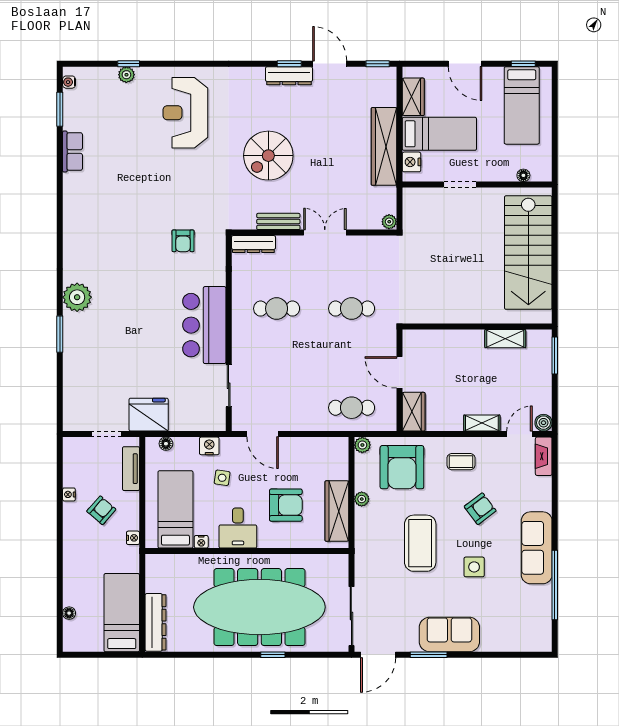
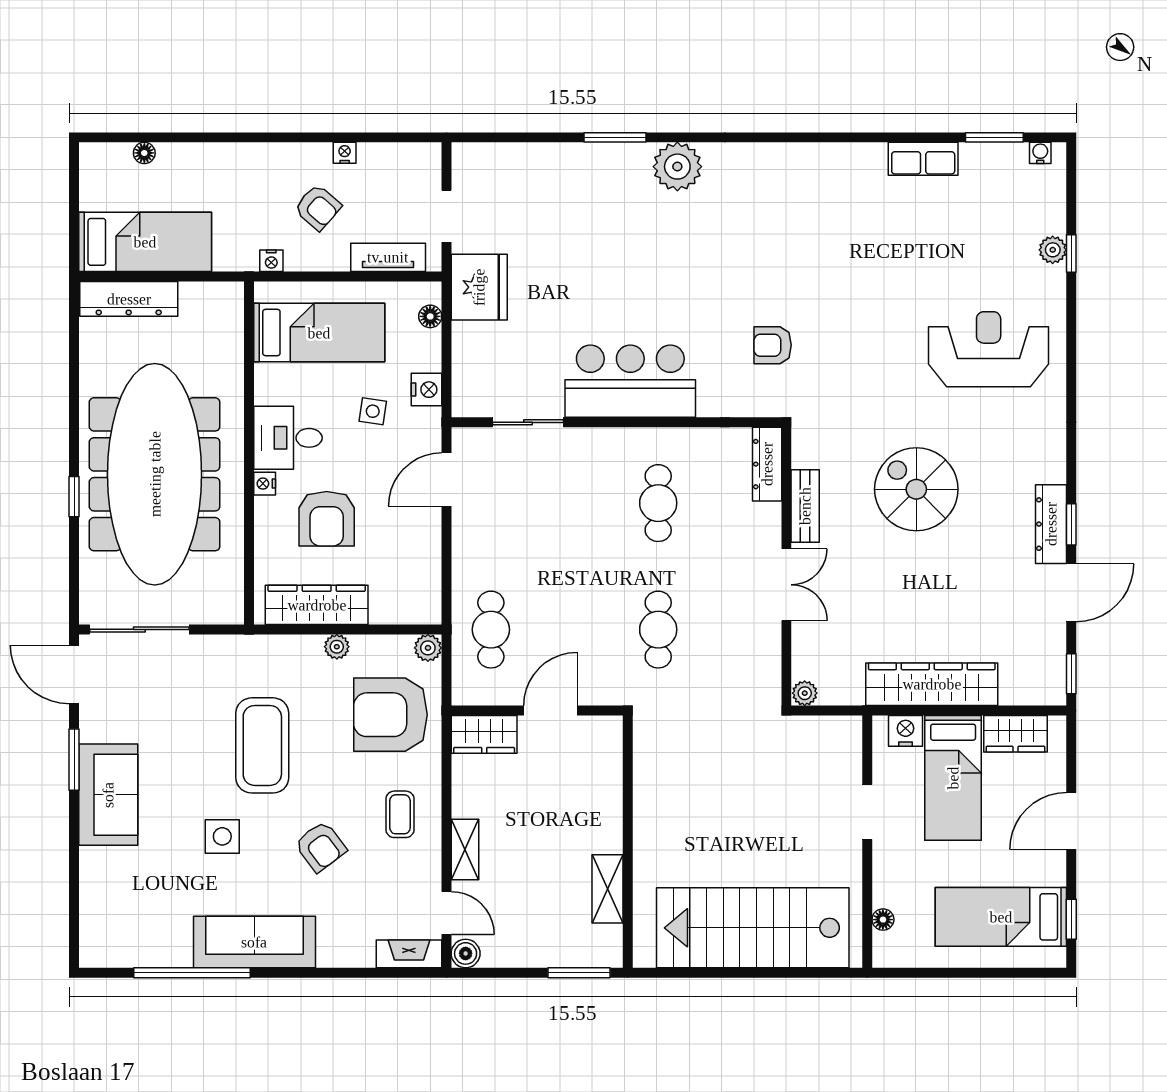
nightstand: (201, 542) -> (265, 484), moved
coffee table: (420, 543) -> (262, 745), turned 90

